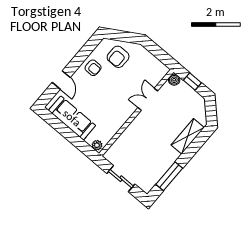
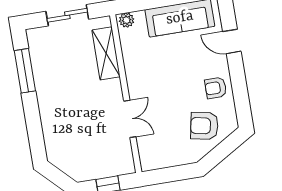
armchair: (118, 57) -> (204, 126), turned -79
boiler: (174, 80) -> (127, 166), removed
shelving: (188, 136) -> (106, 53), moved

